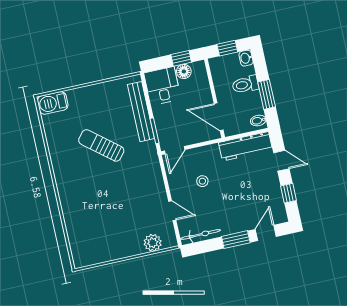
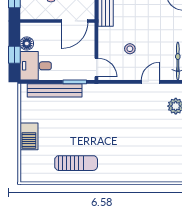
window: (181, 58) -> (14, 55), moved
barbecue: (53, 103) -> (29, 136), moved
sun lounger: (101, 145) -> (76, 163), moved, turned -129

